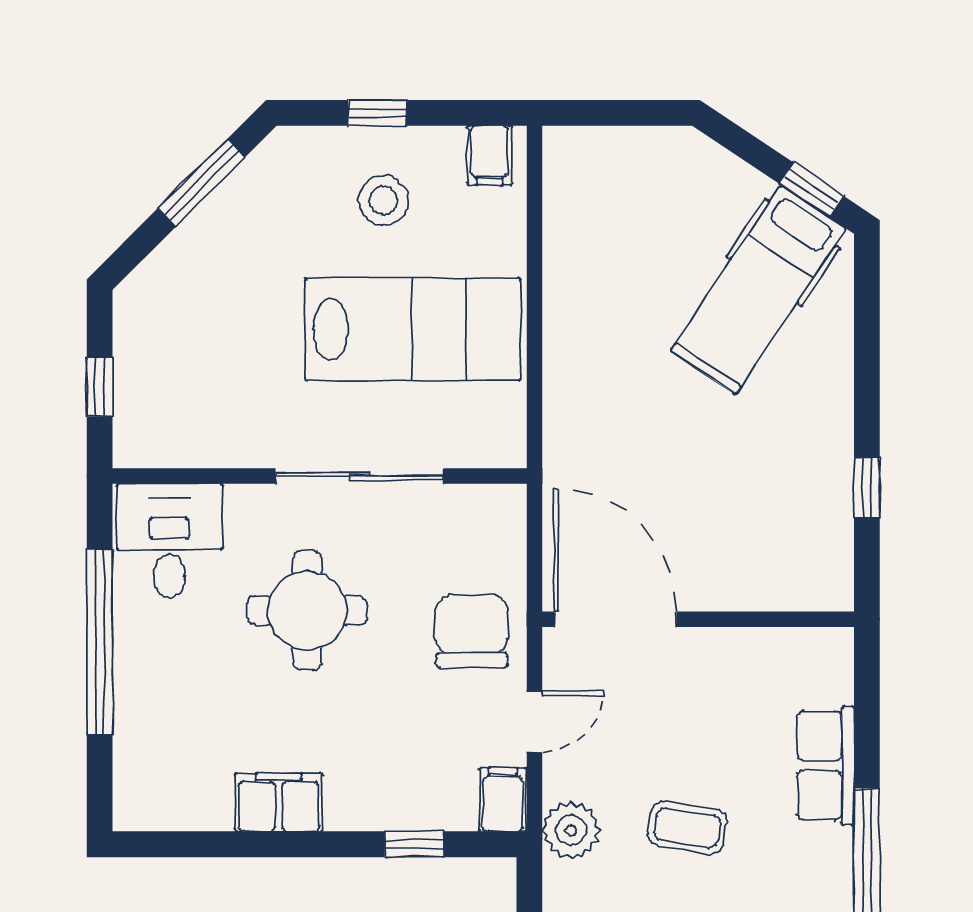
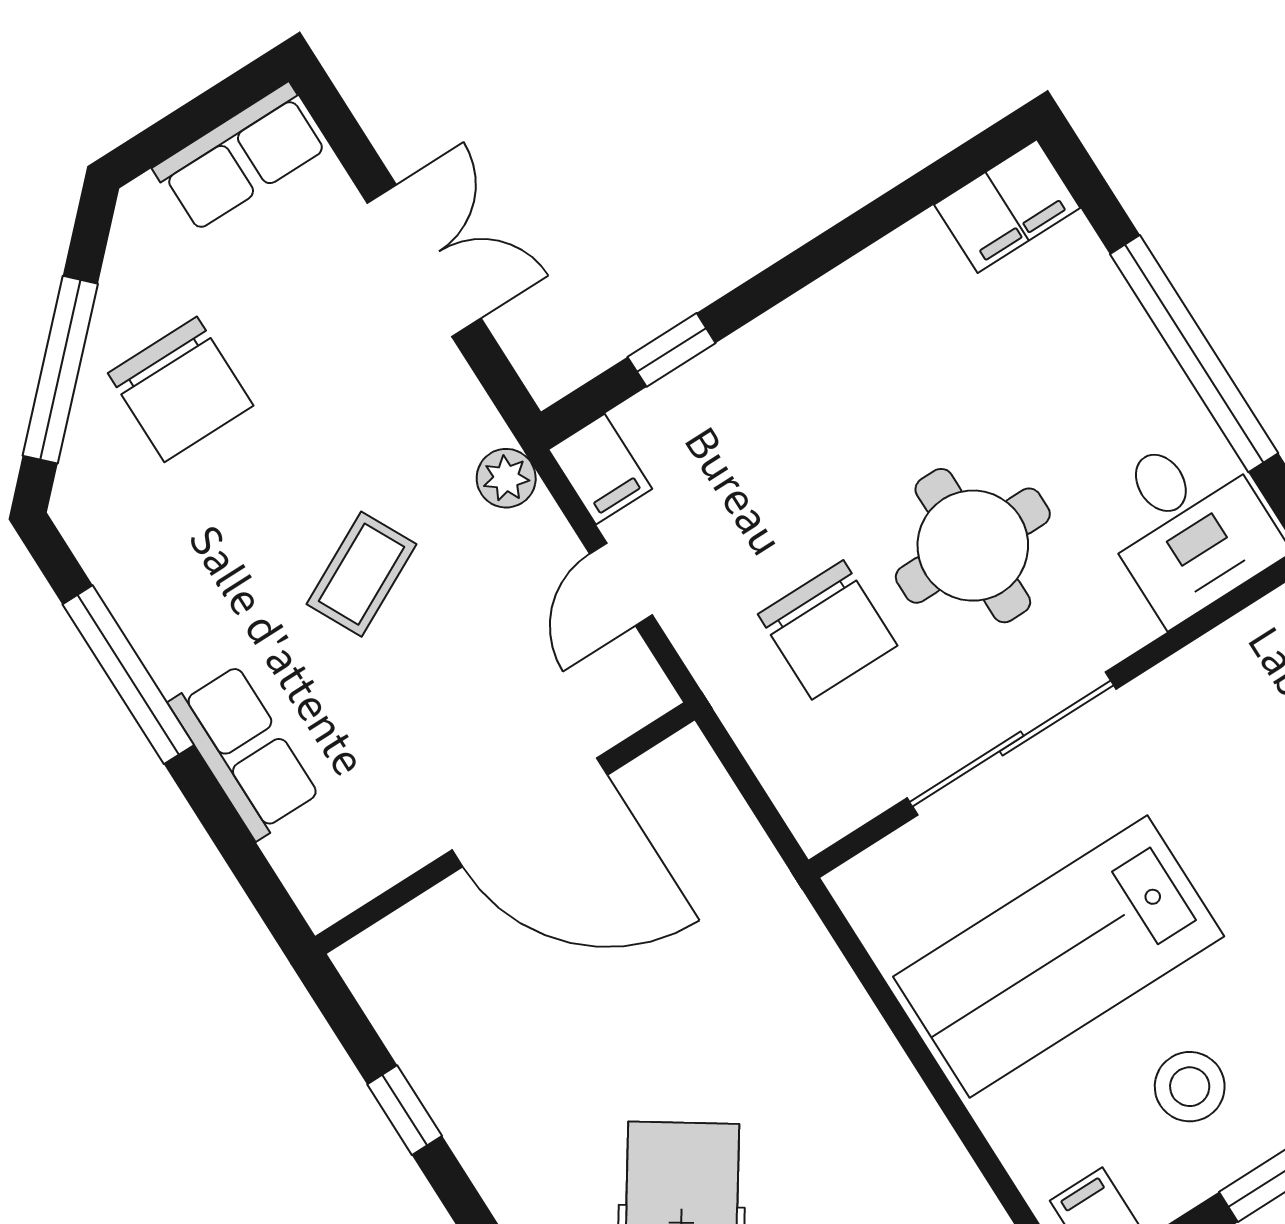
door: (615, 619) -> (530, 812), moved
chair: (472, 631) -> (828, 630), moved
filing cabinet: (279, 802) -> (1007, 206), moved
coffee table: (687, 828) -> (361, 574), turned -36
plant: (571, 830) -> (506, 478), width x0.73, depth x0.73

